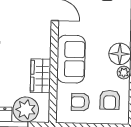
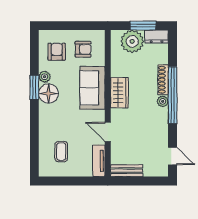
wardrobe: (41, 76) -> (120, 93), moved

